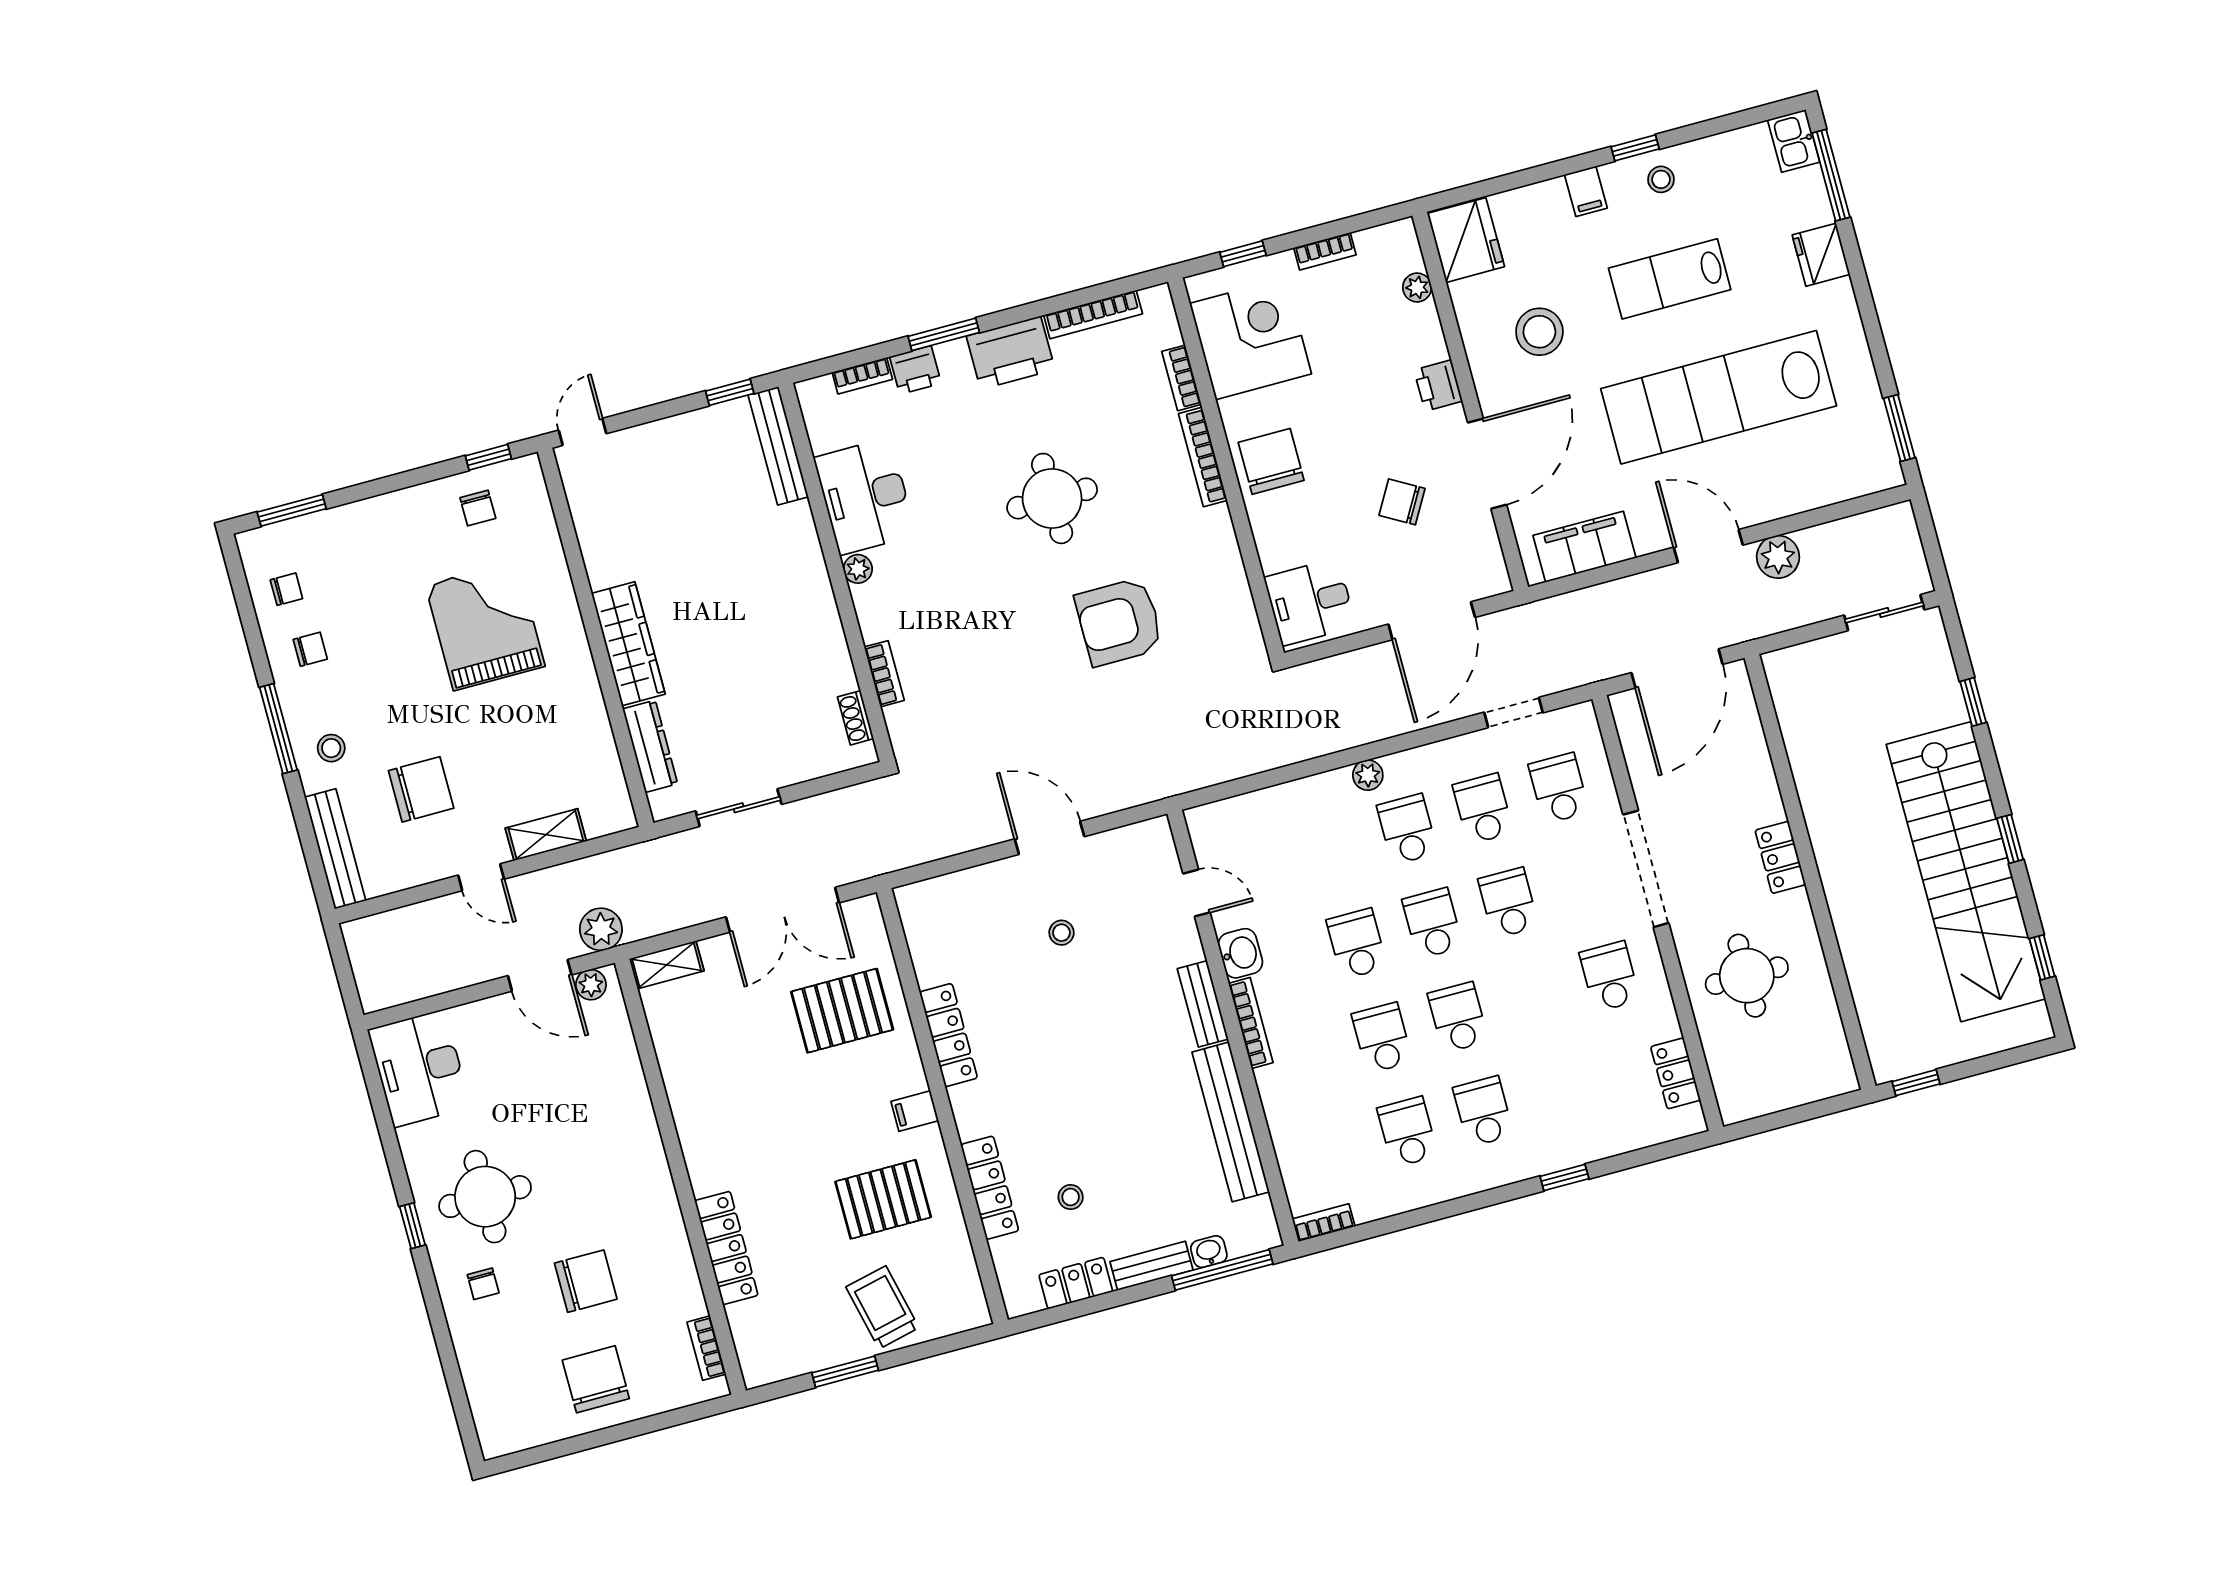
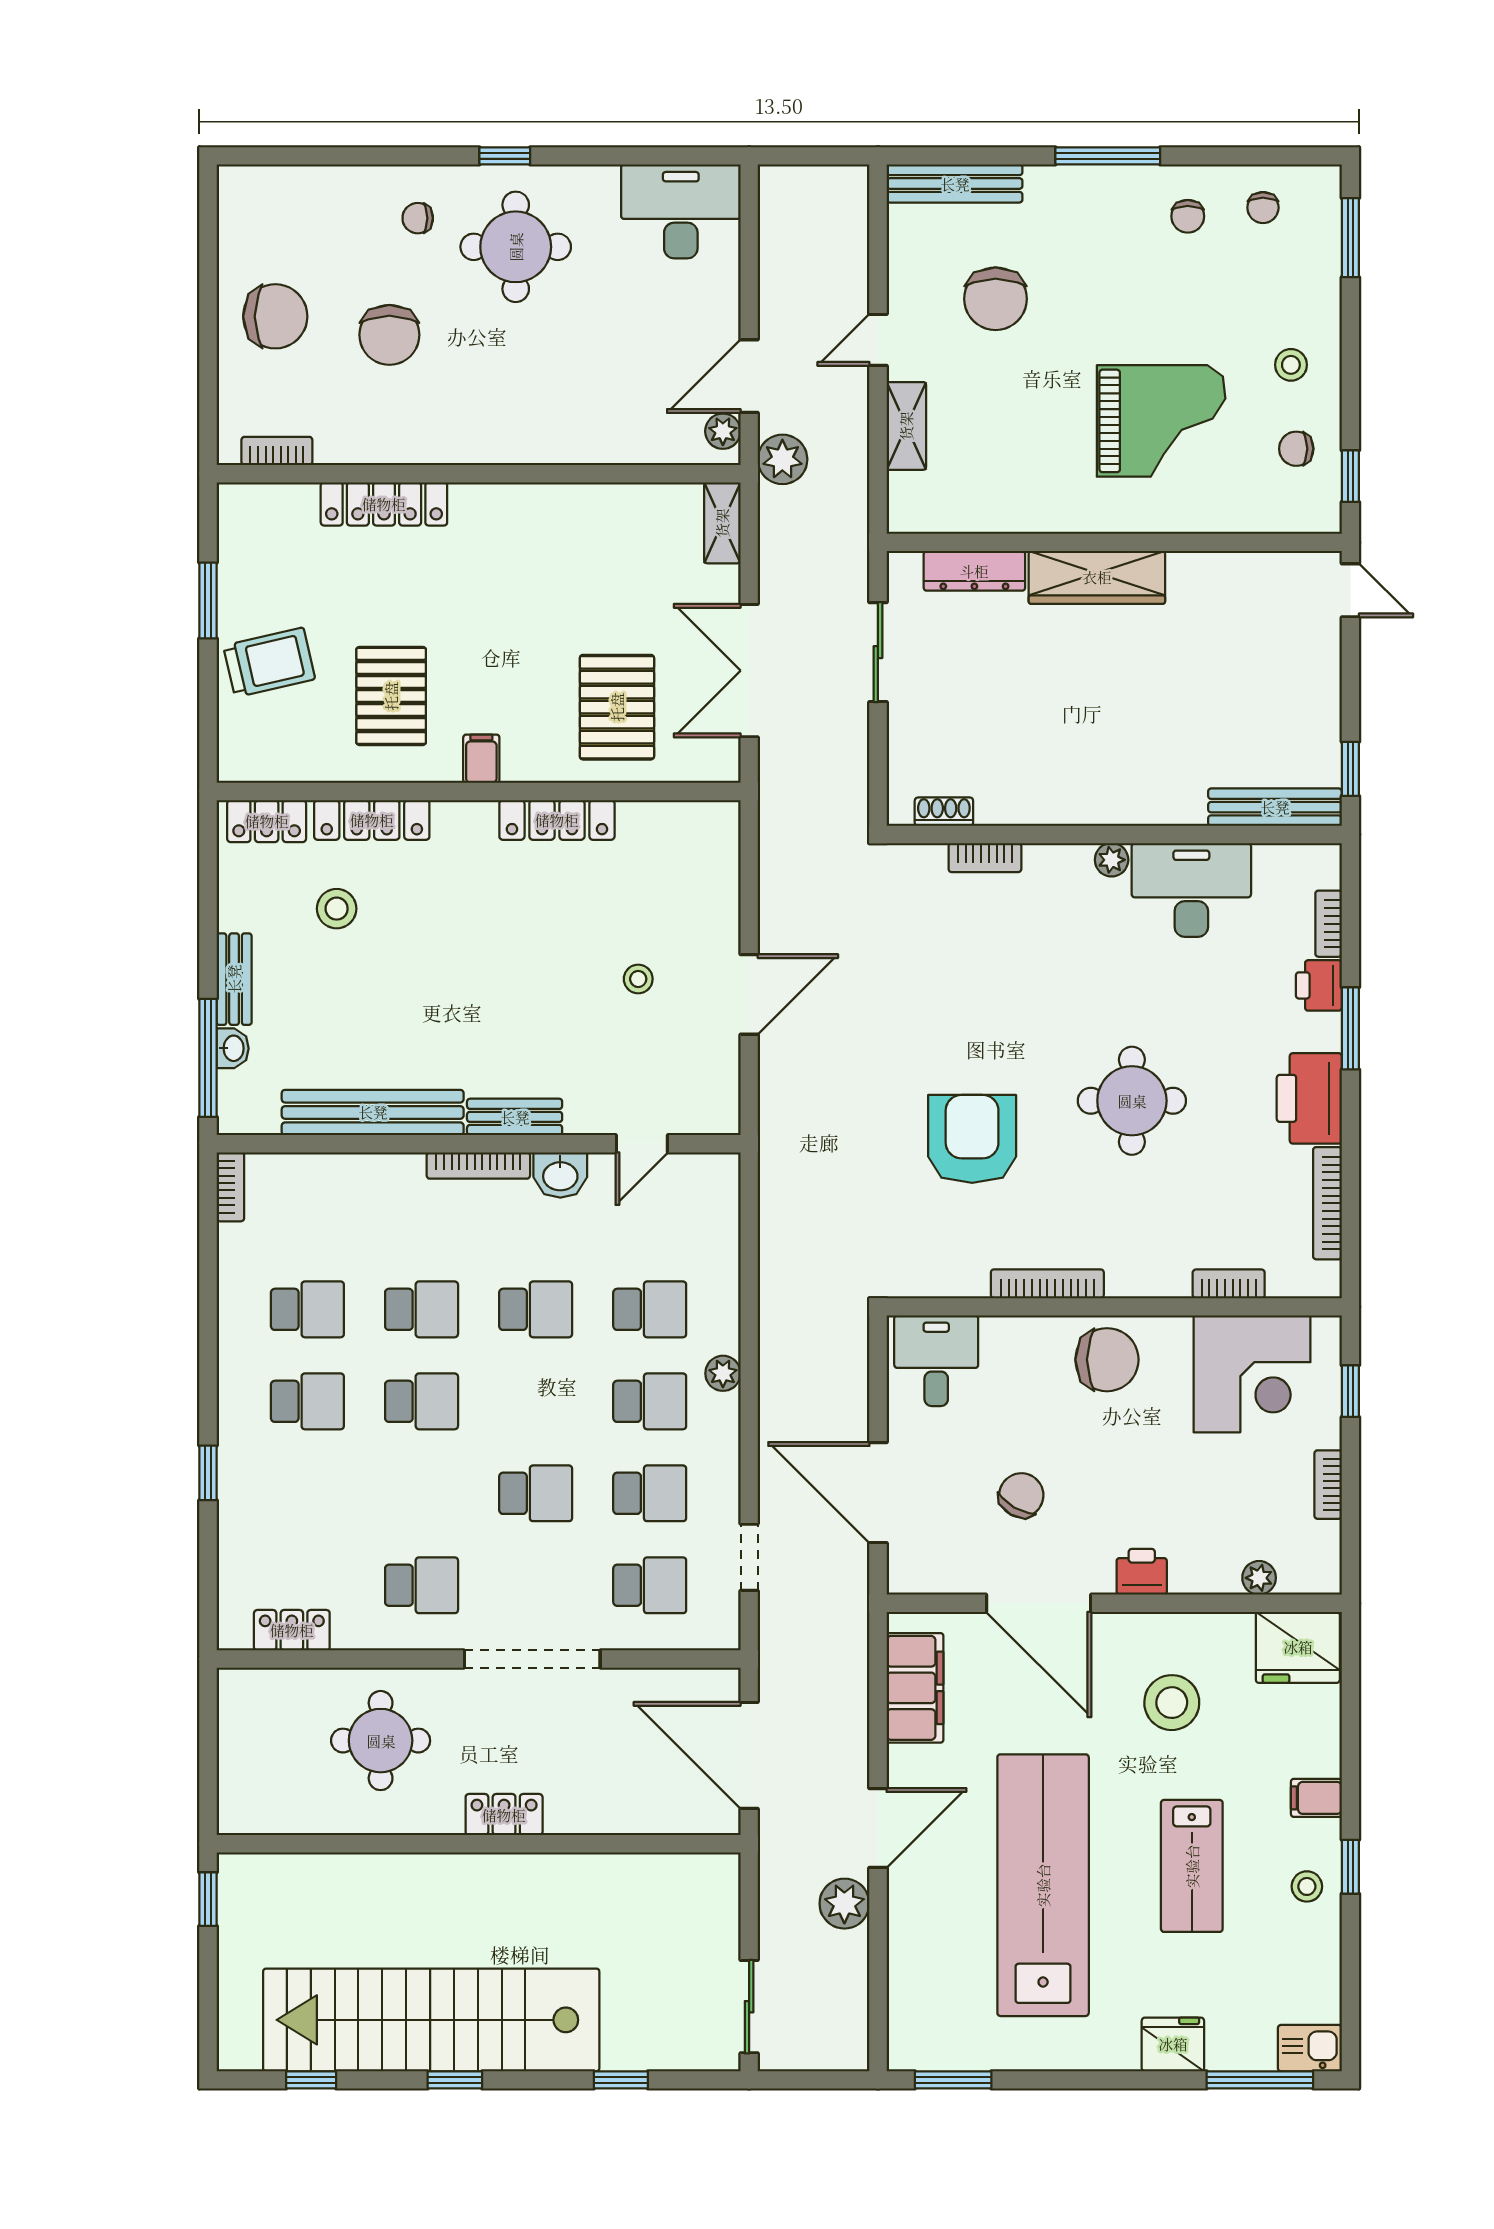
lab bench: (1670, 279) -> (1192, 1866), turned 180
bookcase: (1203, 457) -> (1047, 1284), moved
stool: (331, 748) -> (1291, 365), moved
school desk: (1433, 923) -> (650, 1309), moved
stool: (1071, 1197) -> (337, 909), width x1.37, depth x1.37
locker: (1076, 1283) -> (267, 821), moved, turned 90

